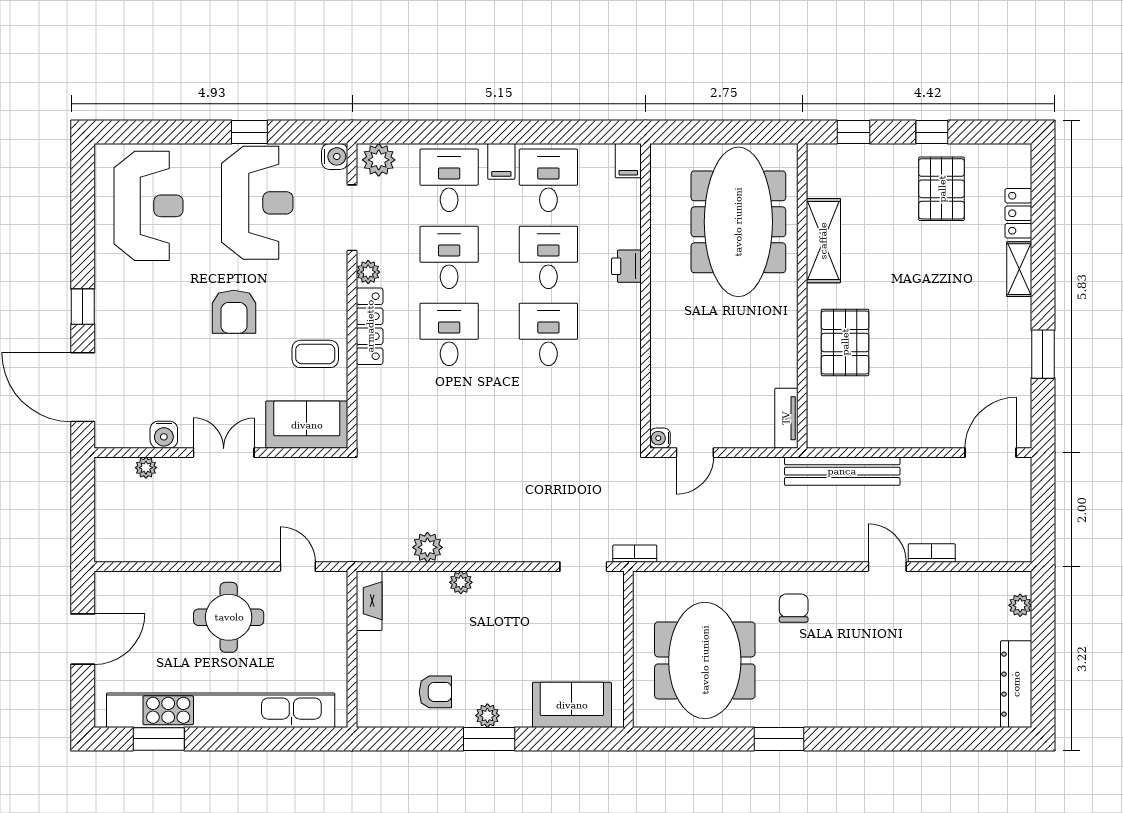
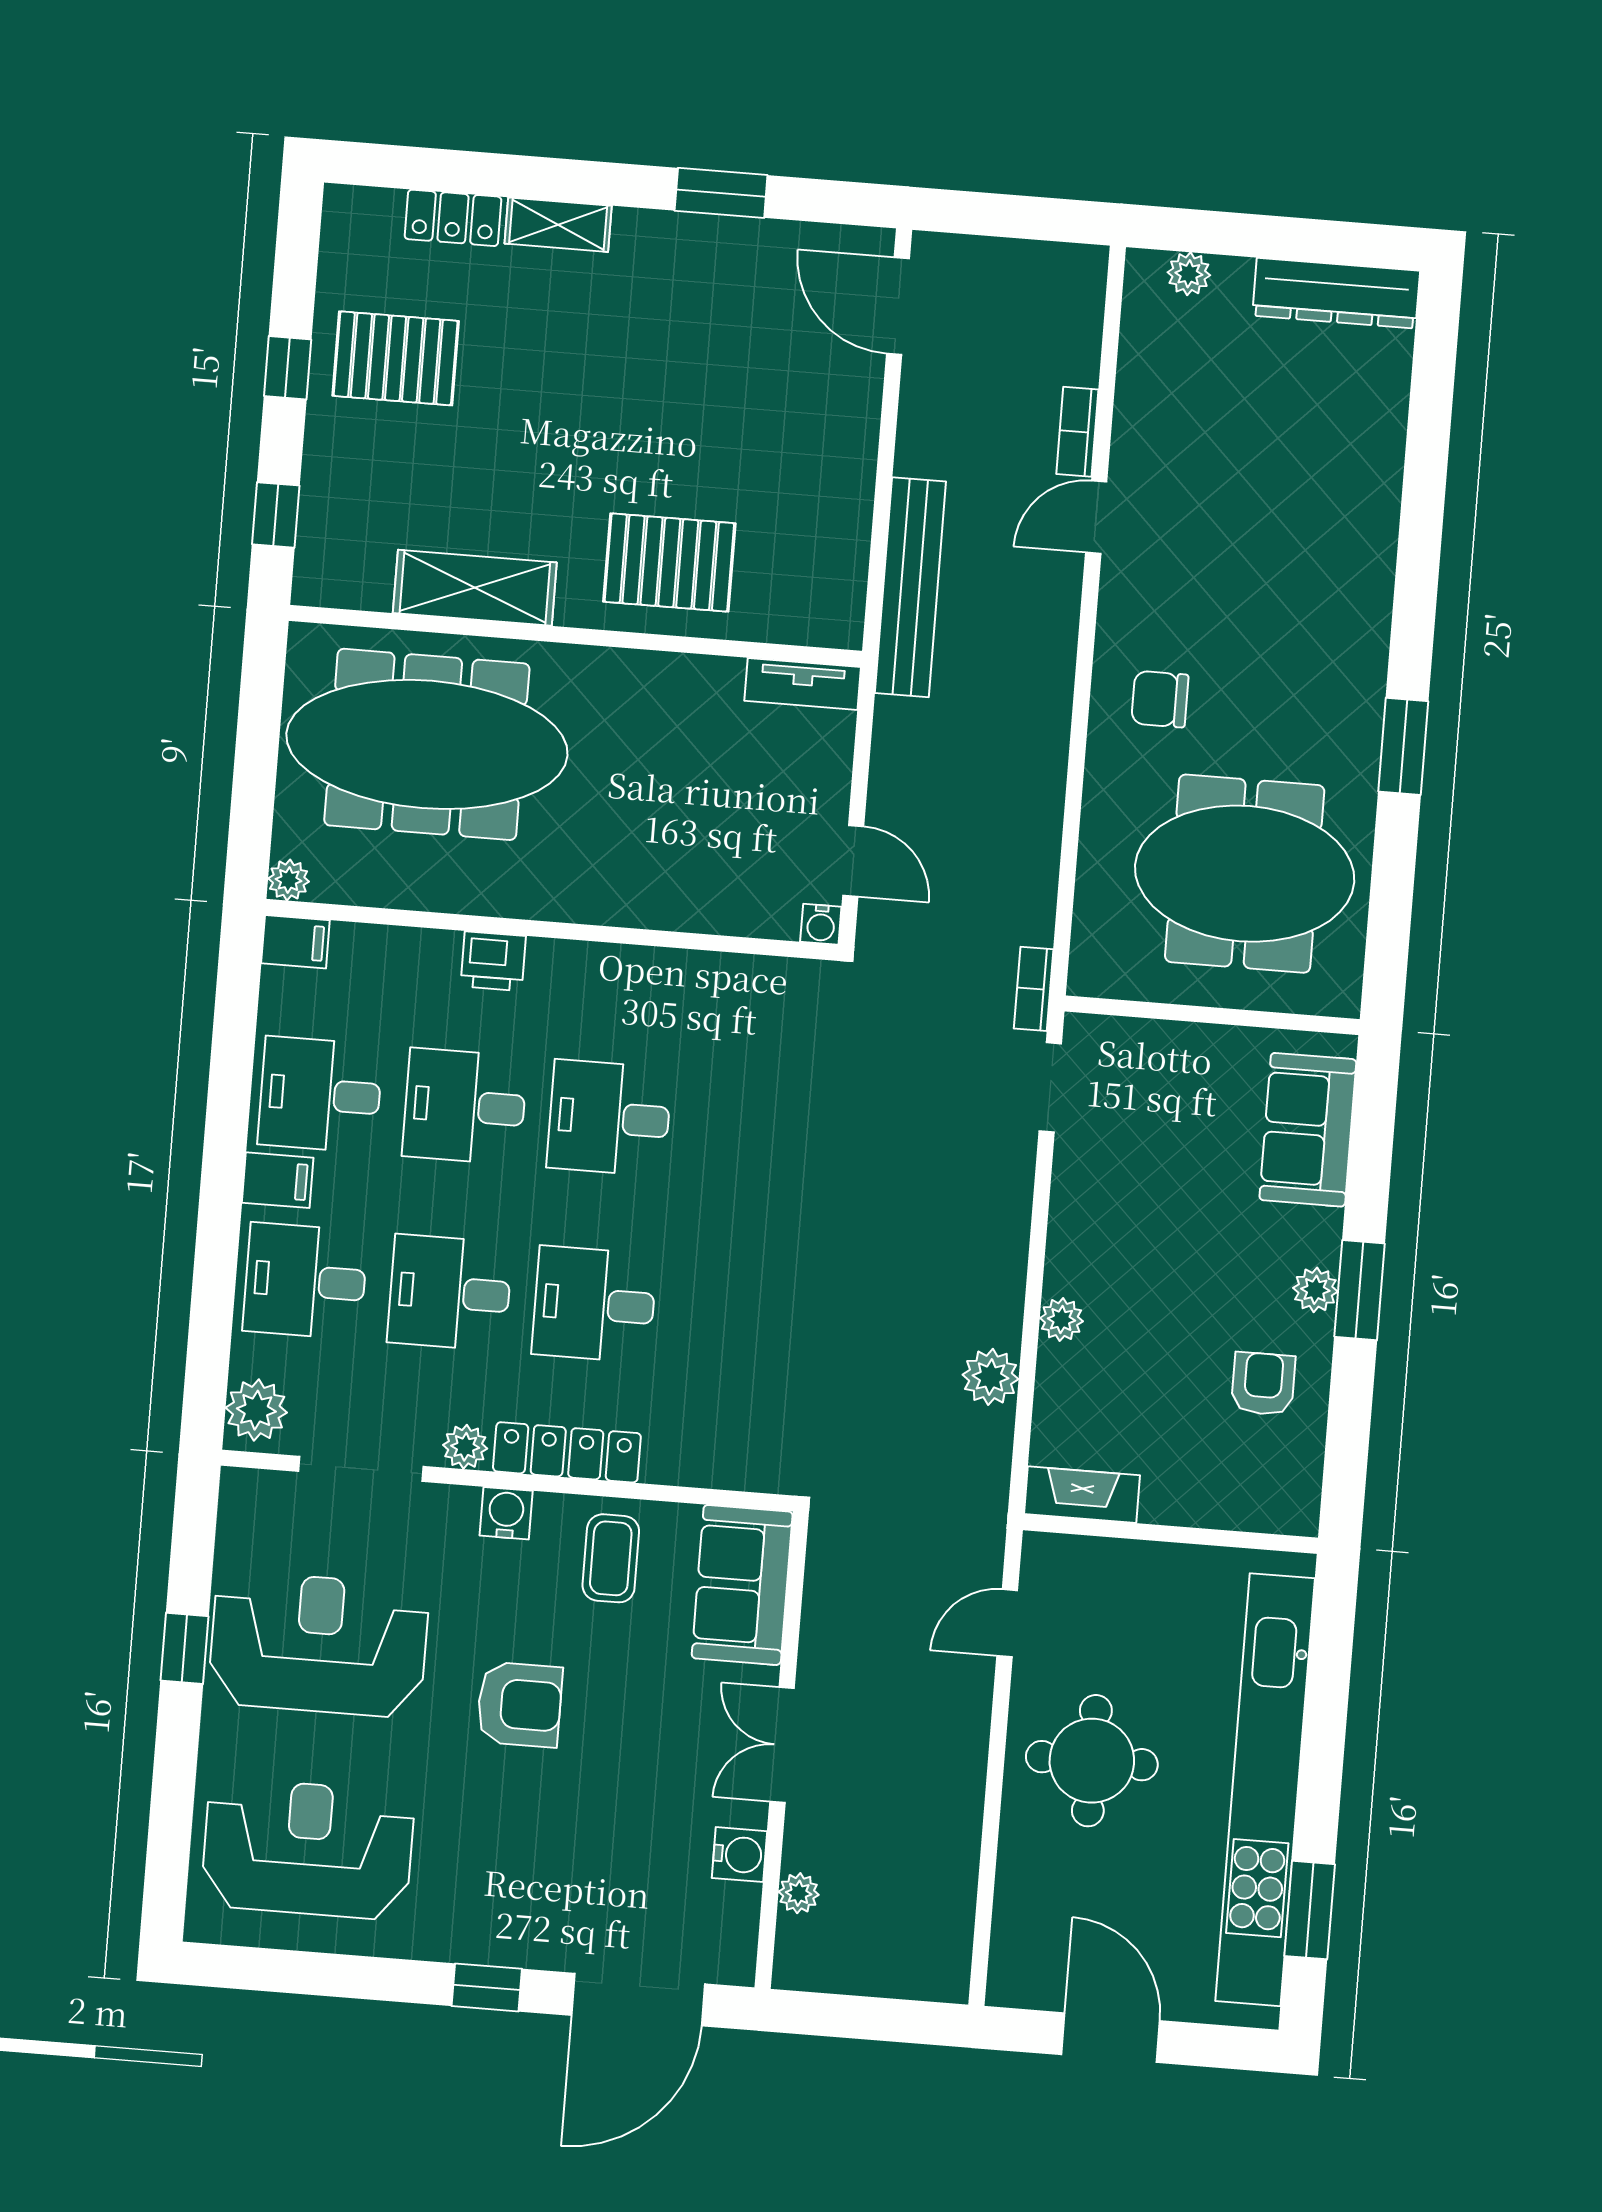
plant: (661, 154) -> (289, 880), added
water cooler: (335, 156) -> (506, 1513), moved

